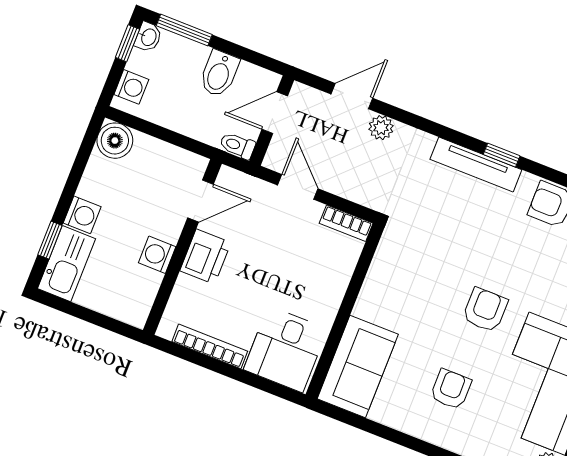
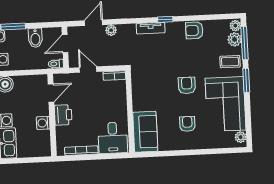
tv unit: (476, 165) -> (151, 28), width x0.71

